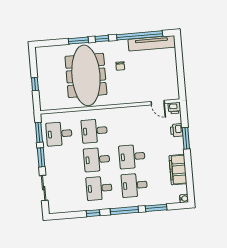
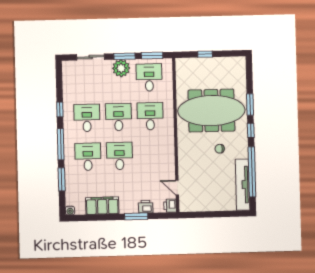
door: (158, 103) -> (177, 188), hinge flipped
plant: (52, 160) -> (121, 68), added

